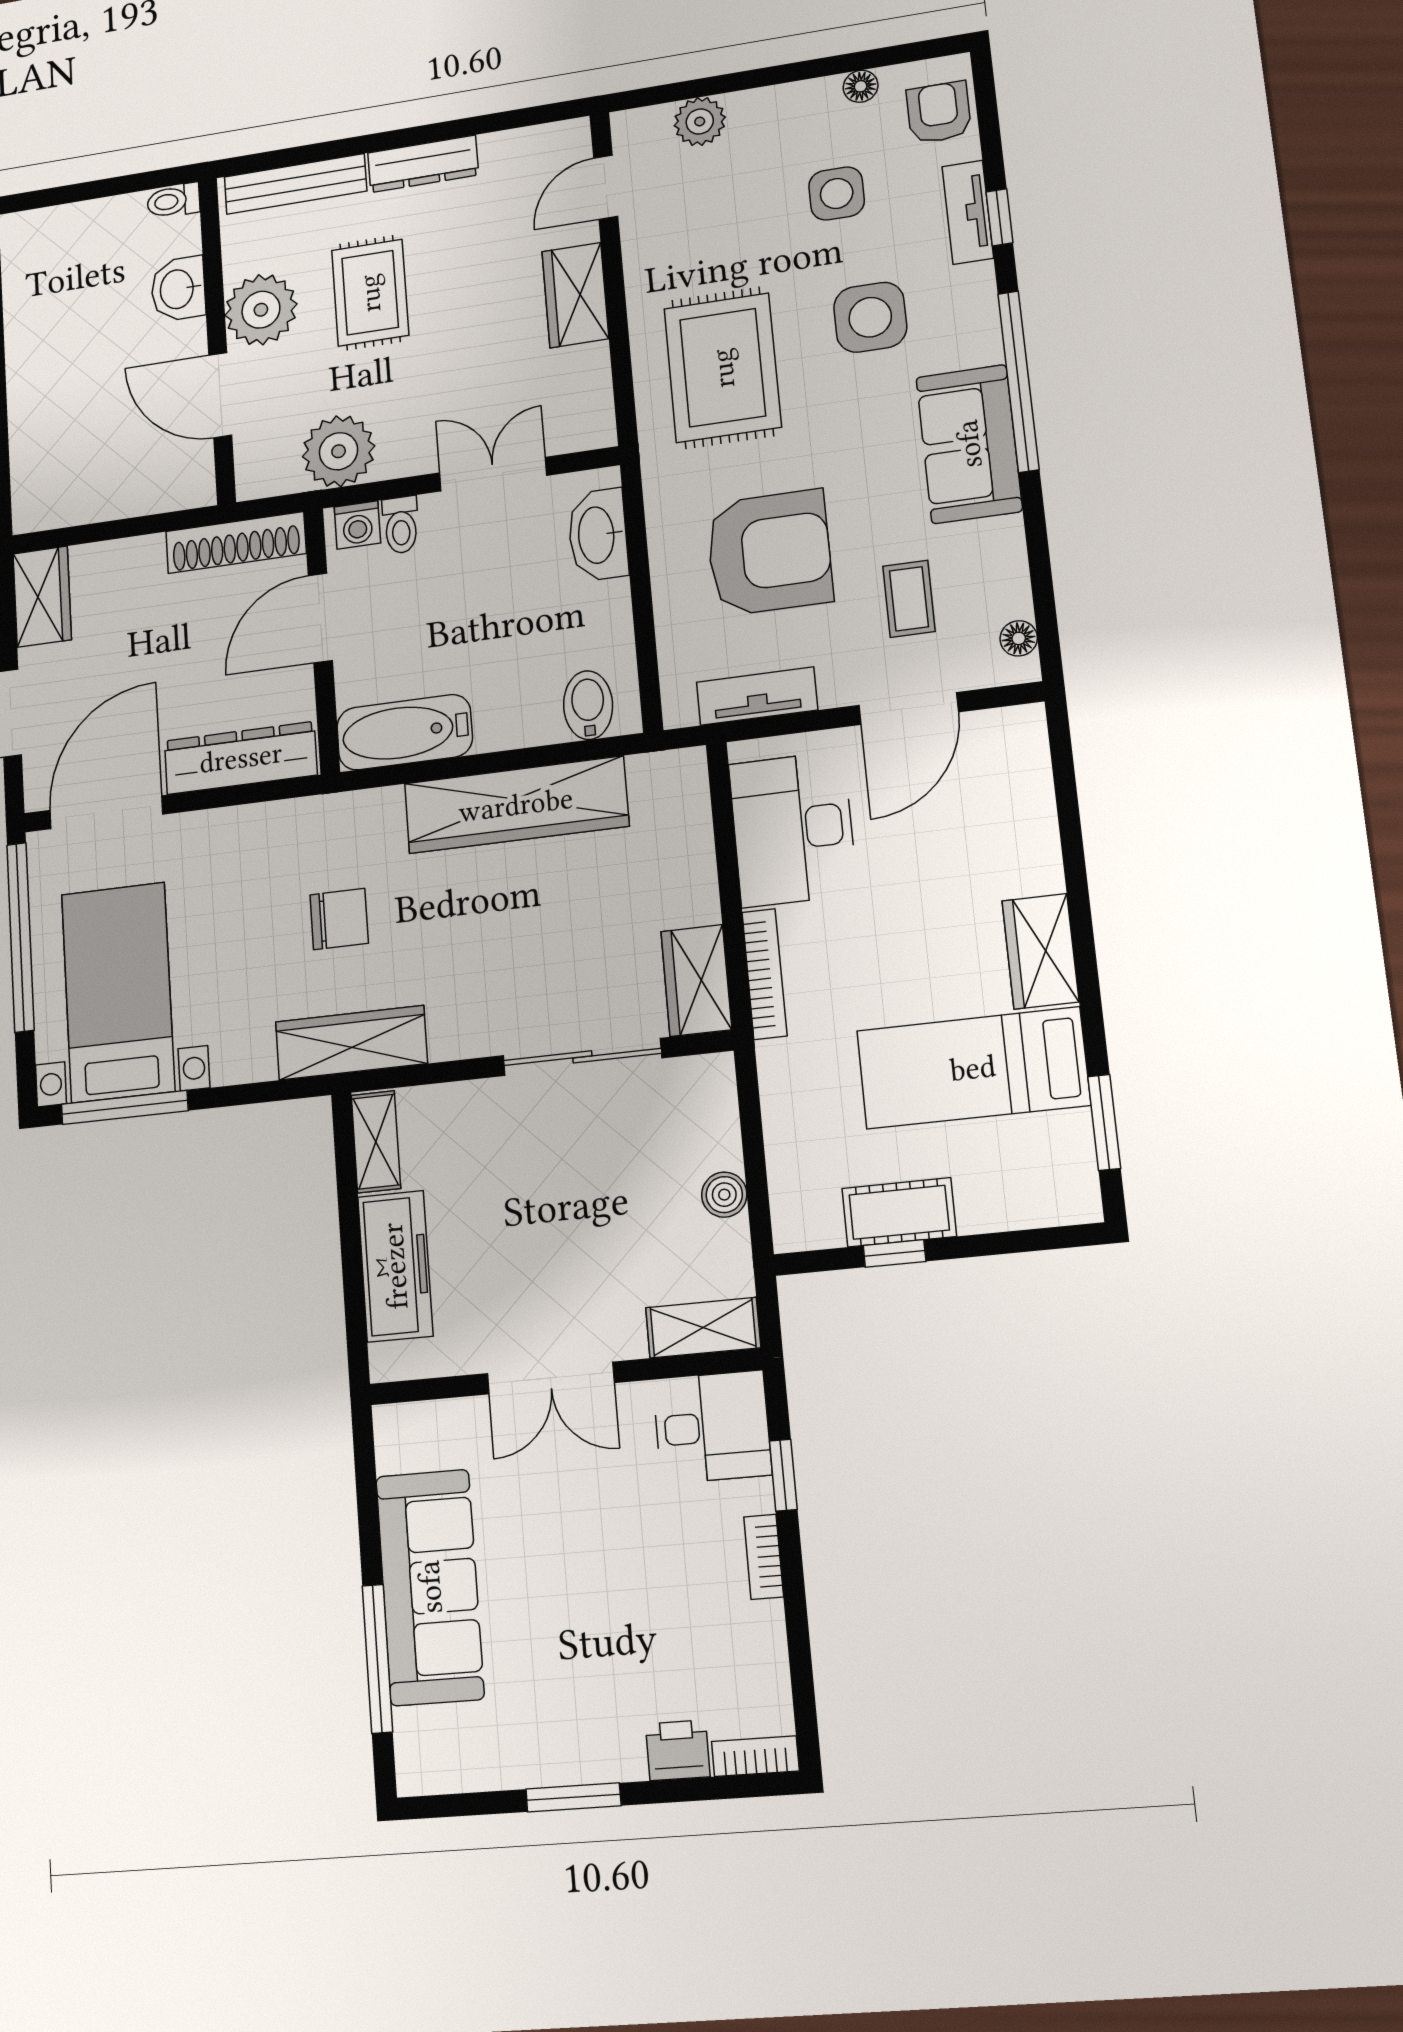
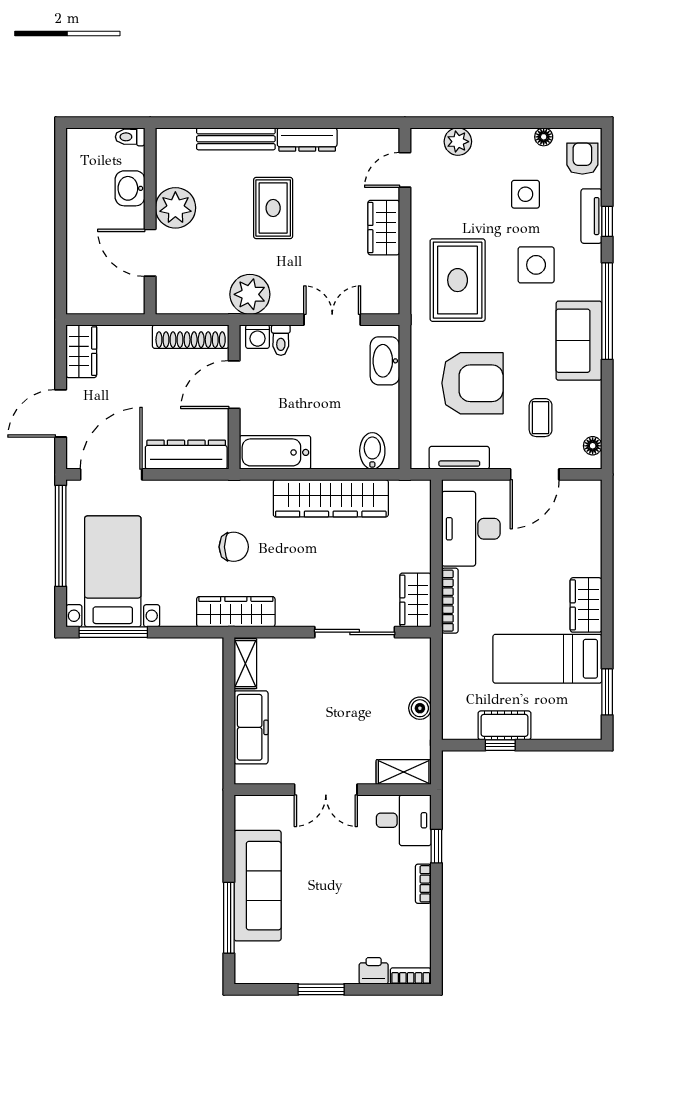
toilet: (174, 201) -> (130, 137), moved
washbasin: (178, 289) -> (130, 188), moved
plant: (261, 310) -> (175, 208), moved
wall: (217, 340) -> (150, 221), moved
door: (220, 395) -> (150, 253), moved

